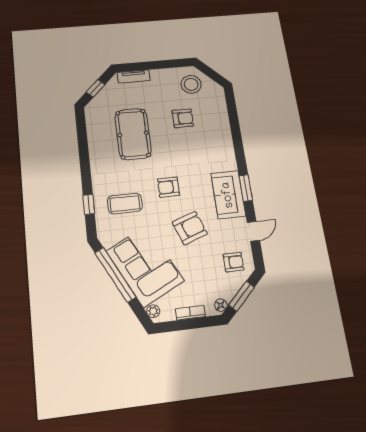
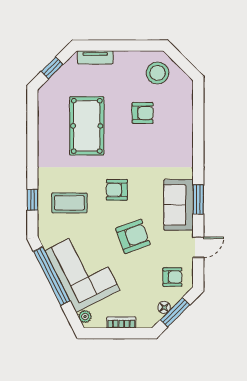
floor lamp: (221, 305) -> (164, 307), moved

